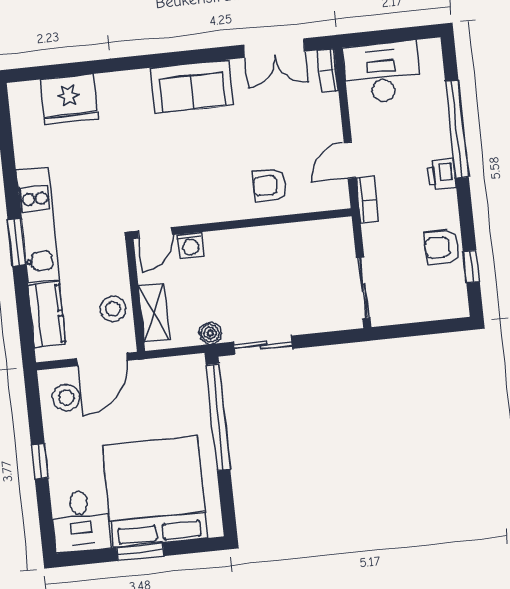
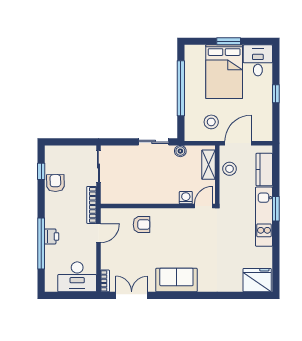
fridge: (69, 99) -> (257, 280), moved
printer: (442, 175) -> (52, 236), moved
bookcase: (367, 200) -> (92, 205), width x1.56
armchair: (442, 247) -> (55, 183), turned -91
stool: (66, 398) -> (211, 122), moved
window: (218, 417) -> (181, 88), moved
bed: (155, 492) -> (224, 72), width x0.73

